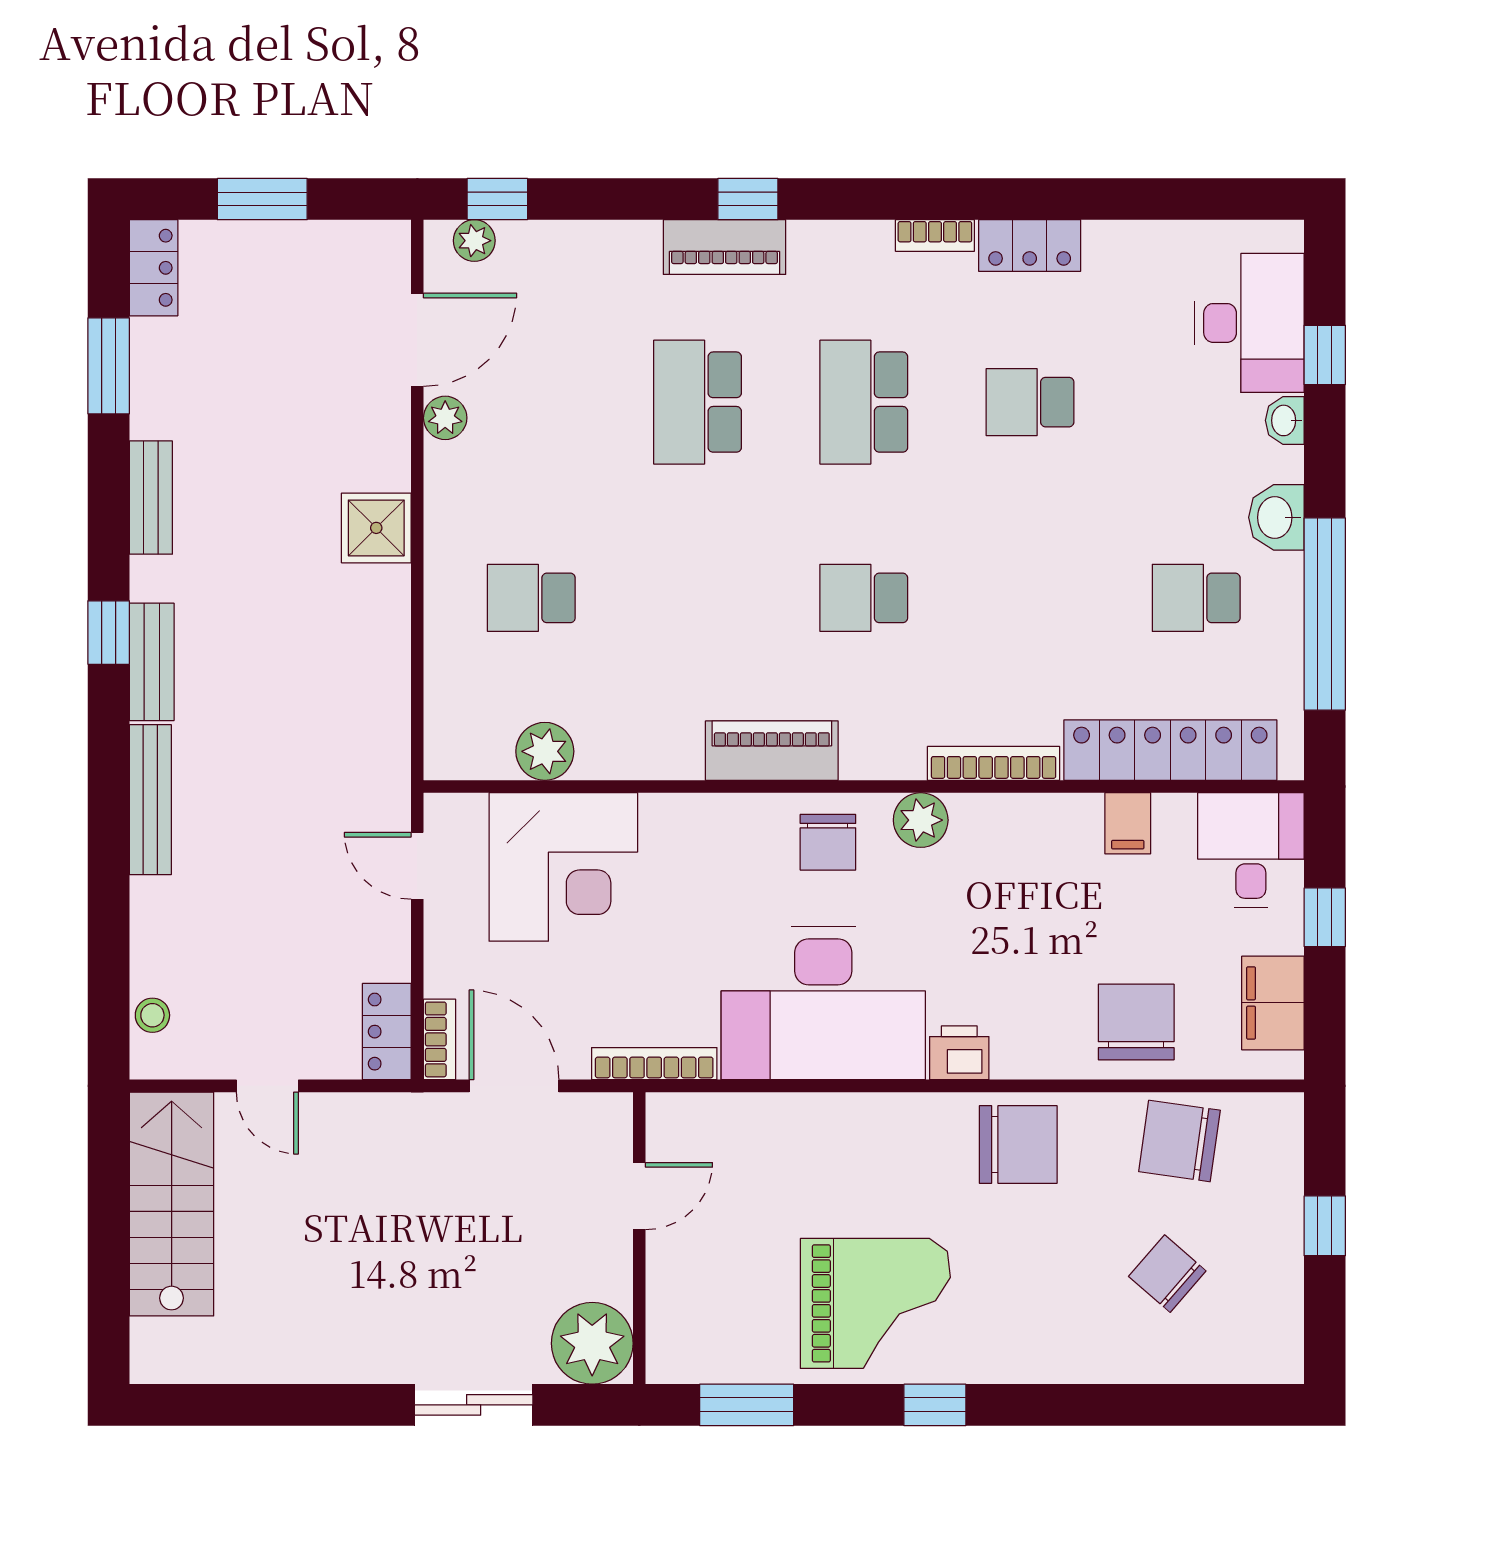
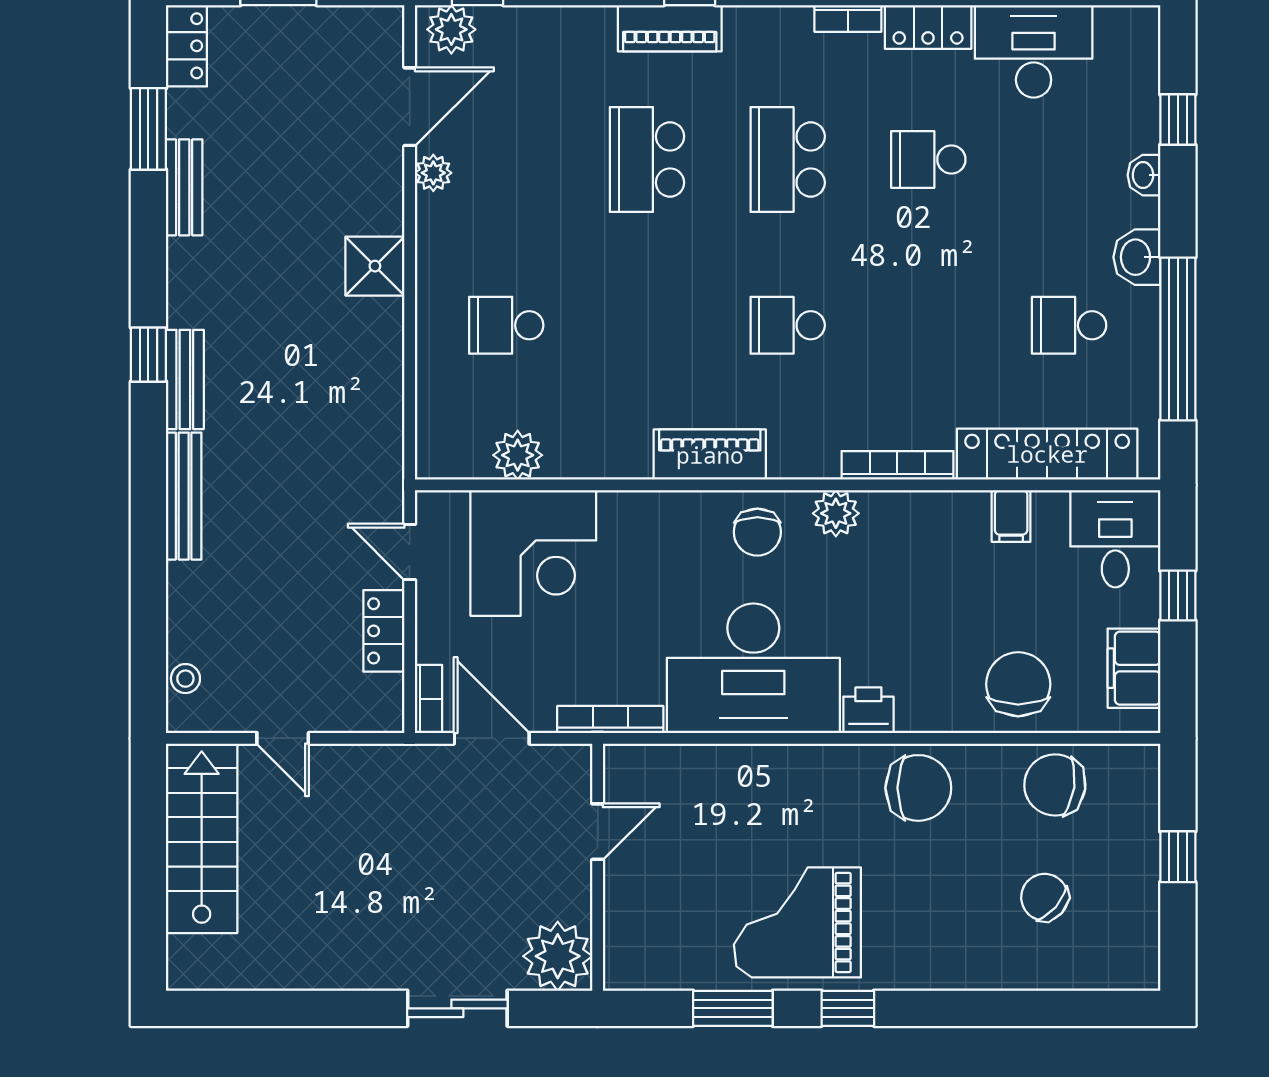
plant: (474, 241) -> (451, 29), width x1.38, depth x1.38
desk: (1250, 323) -> (1034, 51), moved, turned -90
bench: (151, 498) -> (184, 187), moved
locker: (387, 1032) -> (384, 631), moved
grand piano: (875, 1303) -> (797, 922), turned 180
window: (747, 1405) -> (733, 1008), moved

